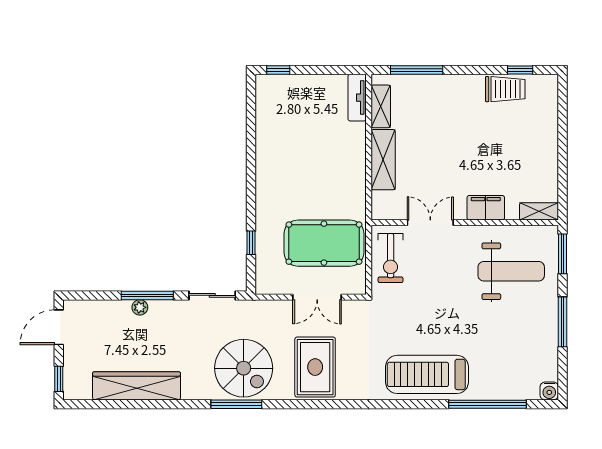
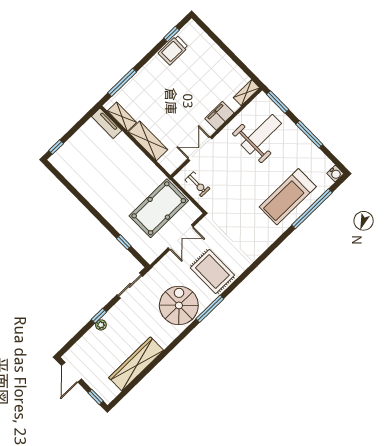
trolley: (505, 89) -> (173, 50), turned 180
exercise bike: (391, 258) -> (197, 184), width x0.73, depth x0.72
window: (147, 295) -> (99, 316), width x0.46
spiral stairs: (244, 368) -> (179, 305), turned -90
treadmill: (427, 374) -> (288, 197), moved
window: (236, 404) -> (210, 309), moved

